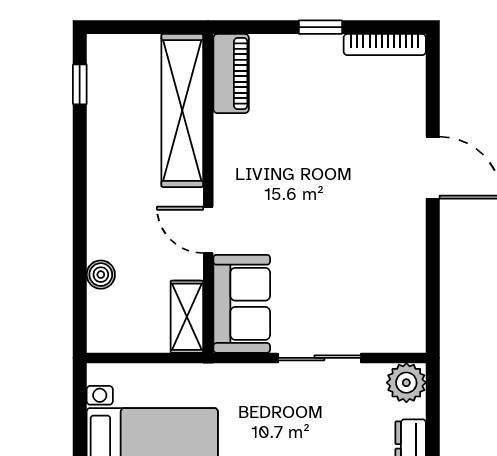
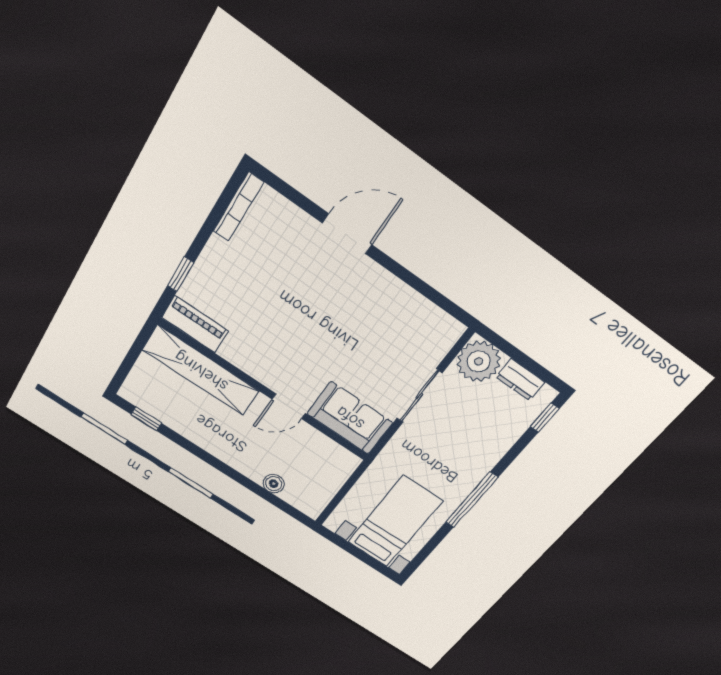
window: (320, 27) -> (181, 274), moved
shelving: (187, 317) -> (334, 454), removed
plant: (406, 383) -> (479, 361), width x1.36, depth x1.36

